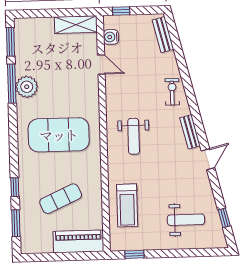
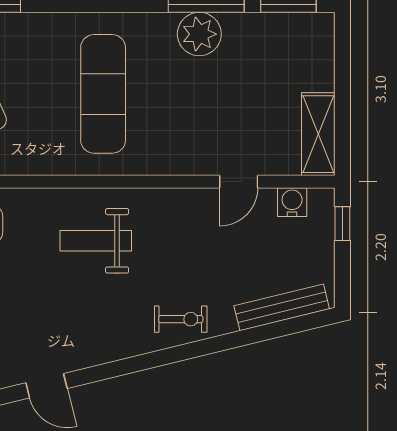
bench: (163, 35) -> (282, 307), width x1.36
bench: (190, 132) -> (101, 352), removed
exercise mat: (59, 135) -> (103, 94), width x0.68

